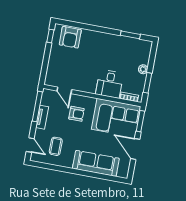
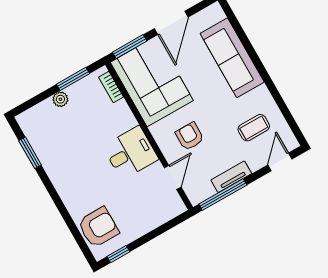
desk: (110, 84) -> (131, 153), moved

